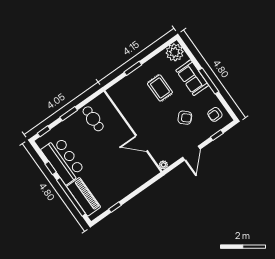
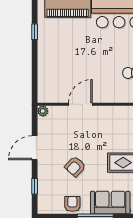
armchair: (215, 114) -> (72, 204), moved
door: (191, 153) -> (35, 148), hinge flipped

